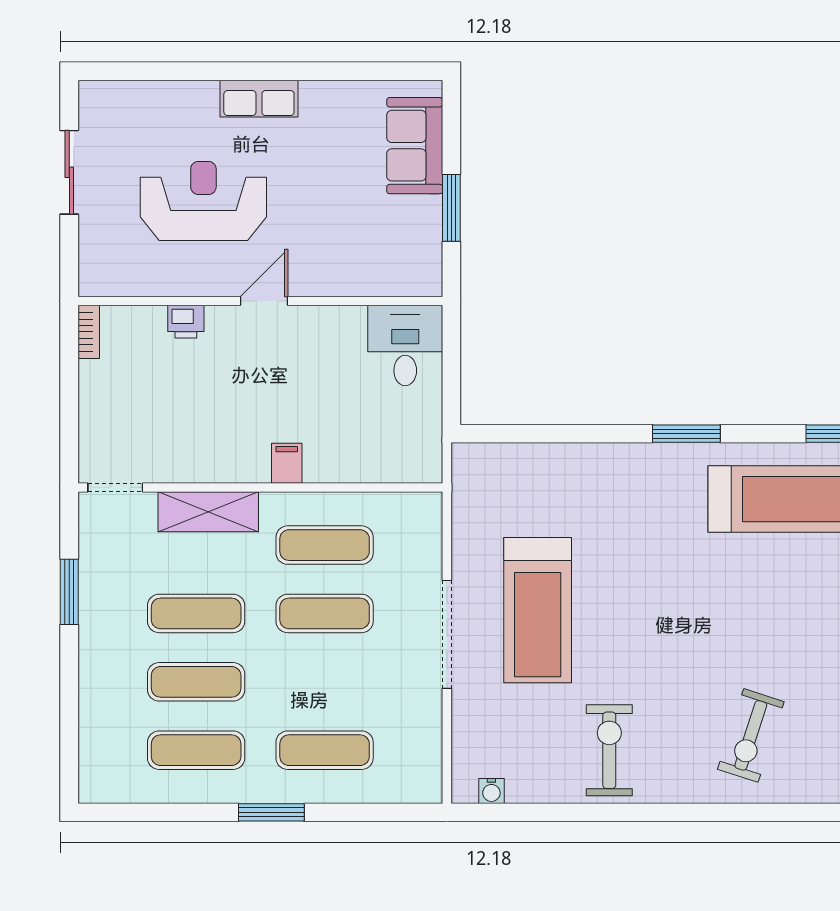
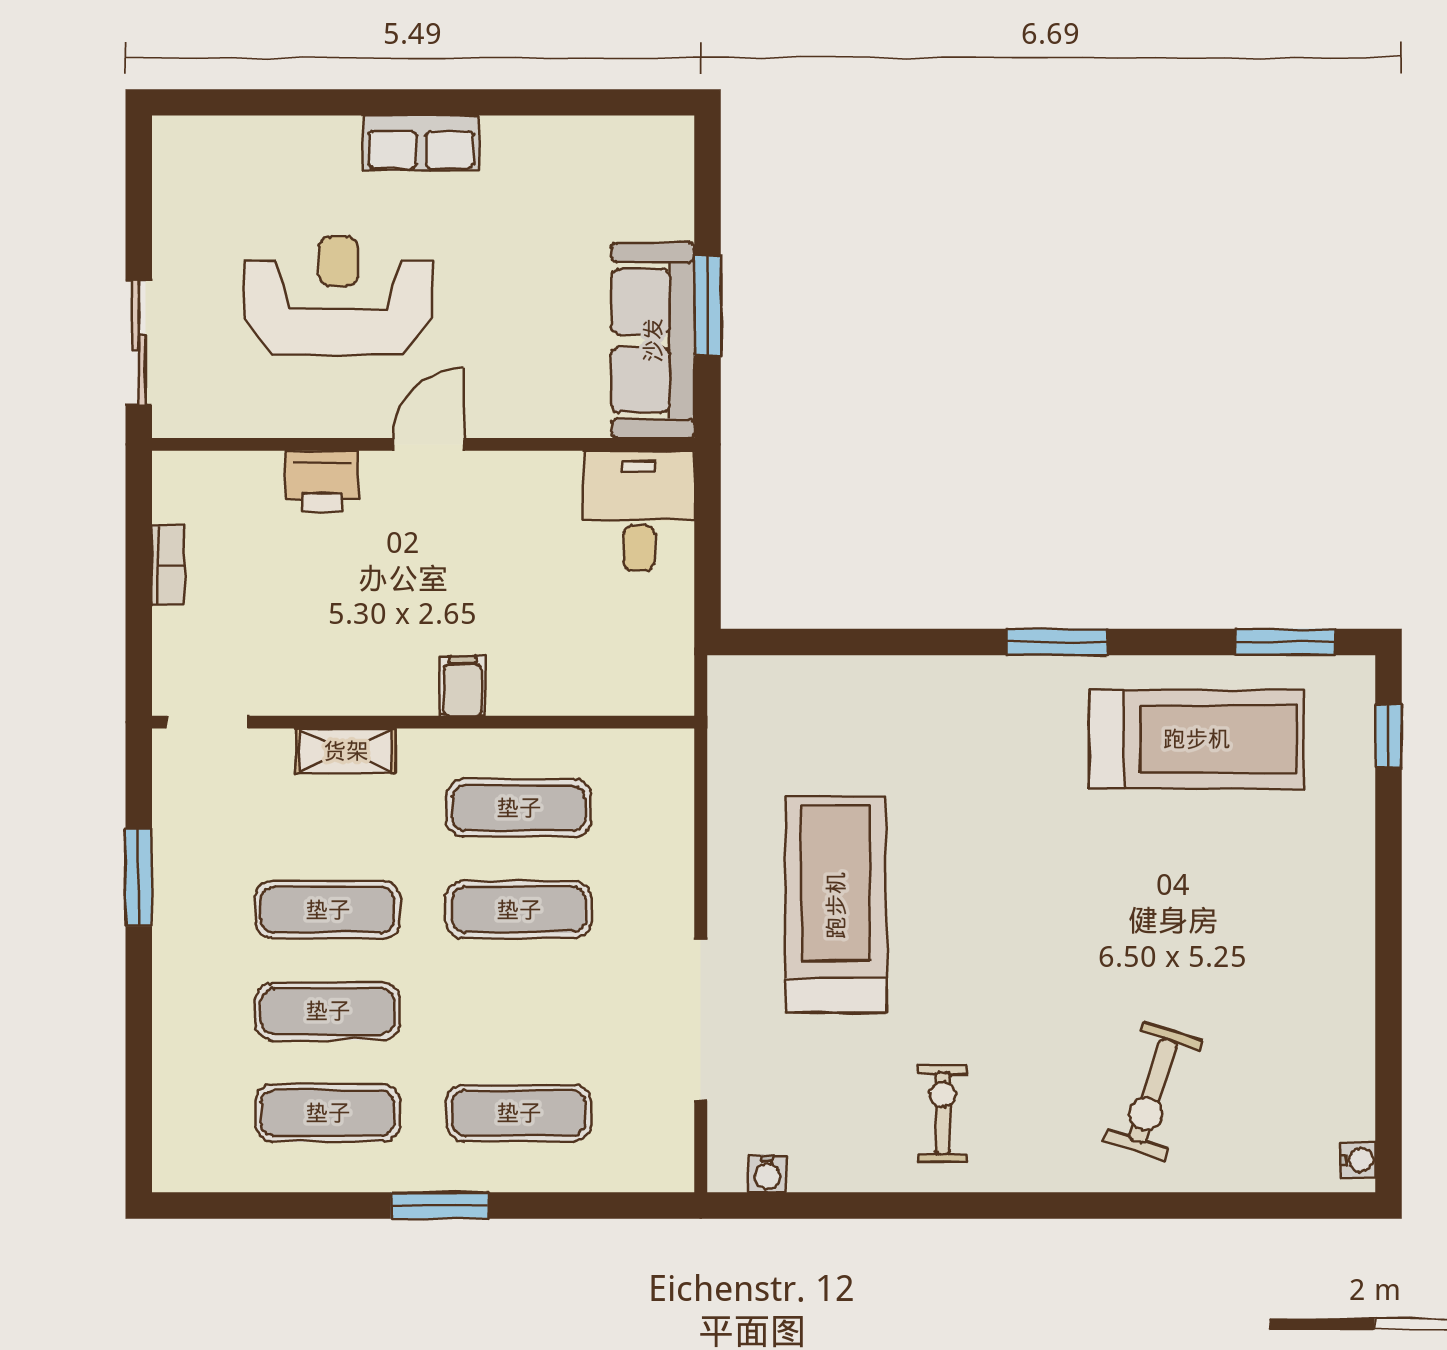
sofa: (415, 146) -> (653, 340), moved, width x1.36
sliding door: (69, 172) -> (139, 343), moved
printer: (186, 322) -> (322, 481), width x1.36, depth x1.24
bookcase: (89, 332) -> (168, 566), moved
shelving: (208, 512) -> (346, 751), width x0.67, depth x0.75
treadmill: (538, 610) -> (836, 905), turned 180
doorway: (447, 634) -> (701, 1020), moved
exercise bike: (609, 750) -> (943, 1113), width x0.73, depth x0.72

